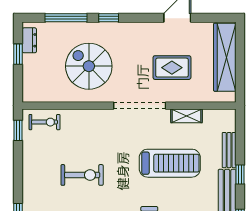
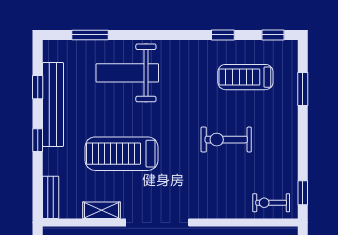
bench: (229, 150) -> (51, 197), moved

